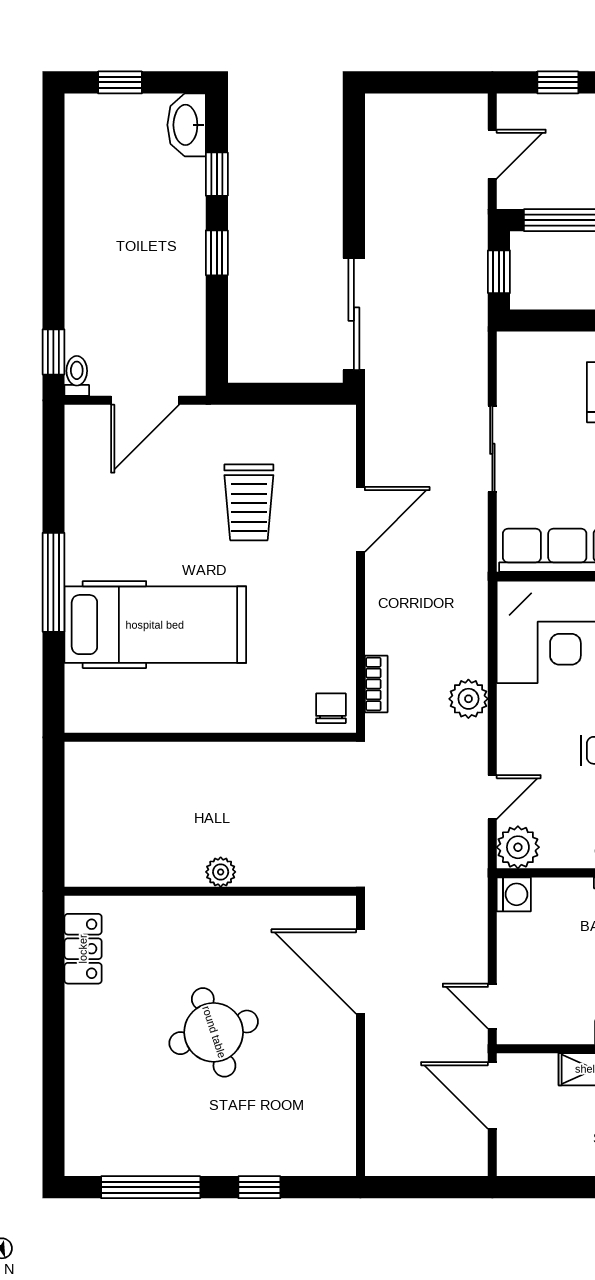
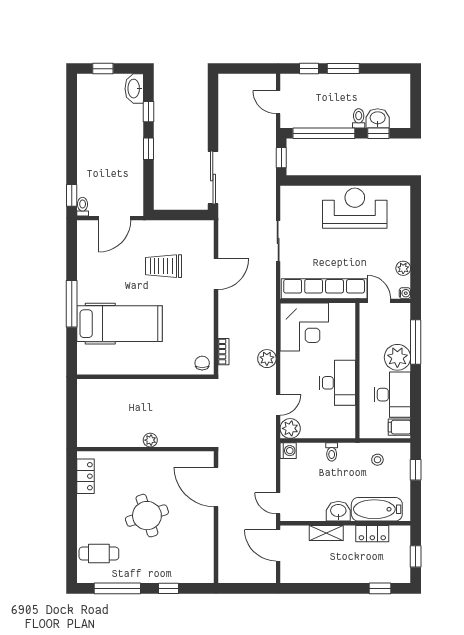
door: (492, 154) -> (278, 102), swing flipped
trolley: (249, 502) -> (164, 266), turned 90
cafe table: (112, 1113) -> (99, 554), added

